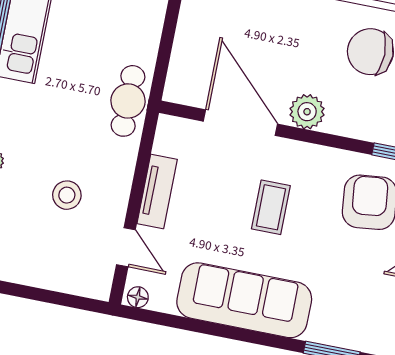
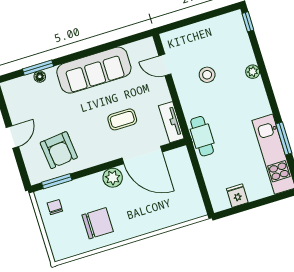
tv unit: (157, 191) -> (171, 122), moved
coffee table: (271, 207) -> (122, 119), moved, turned 90
floor lamp: (138, 297) -> (40, 77), moved

